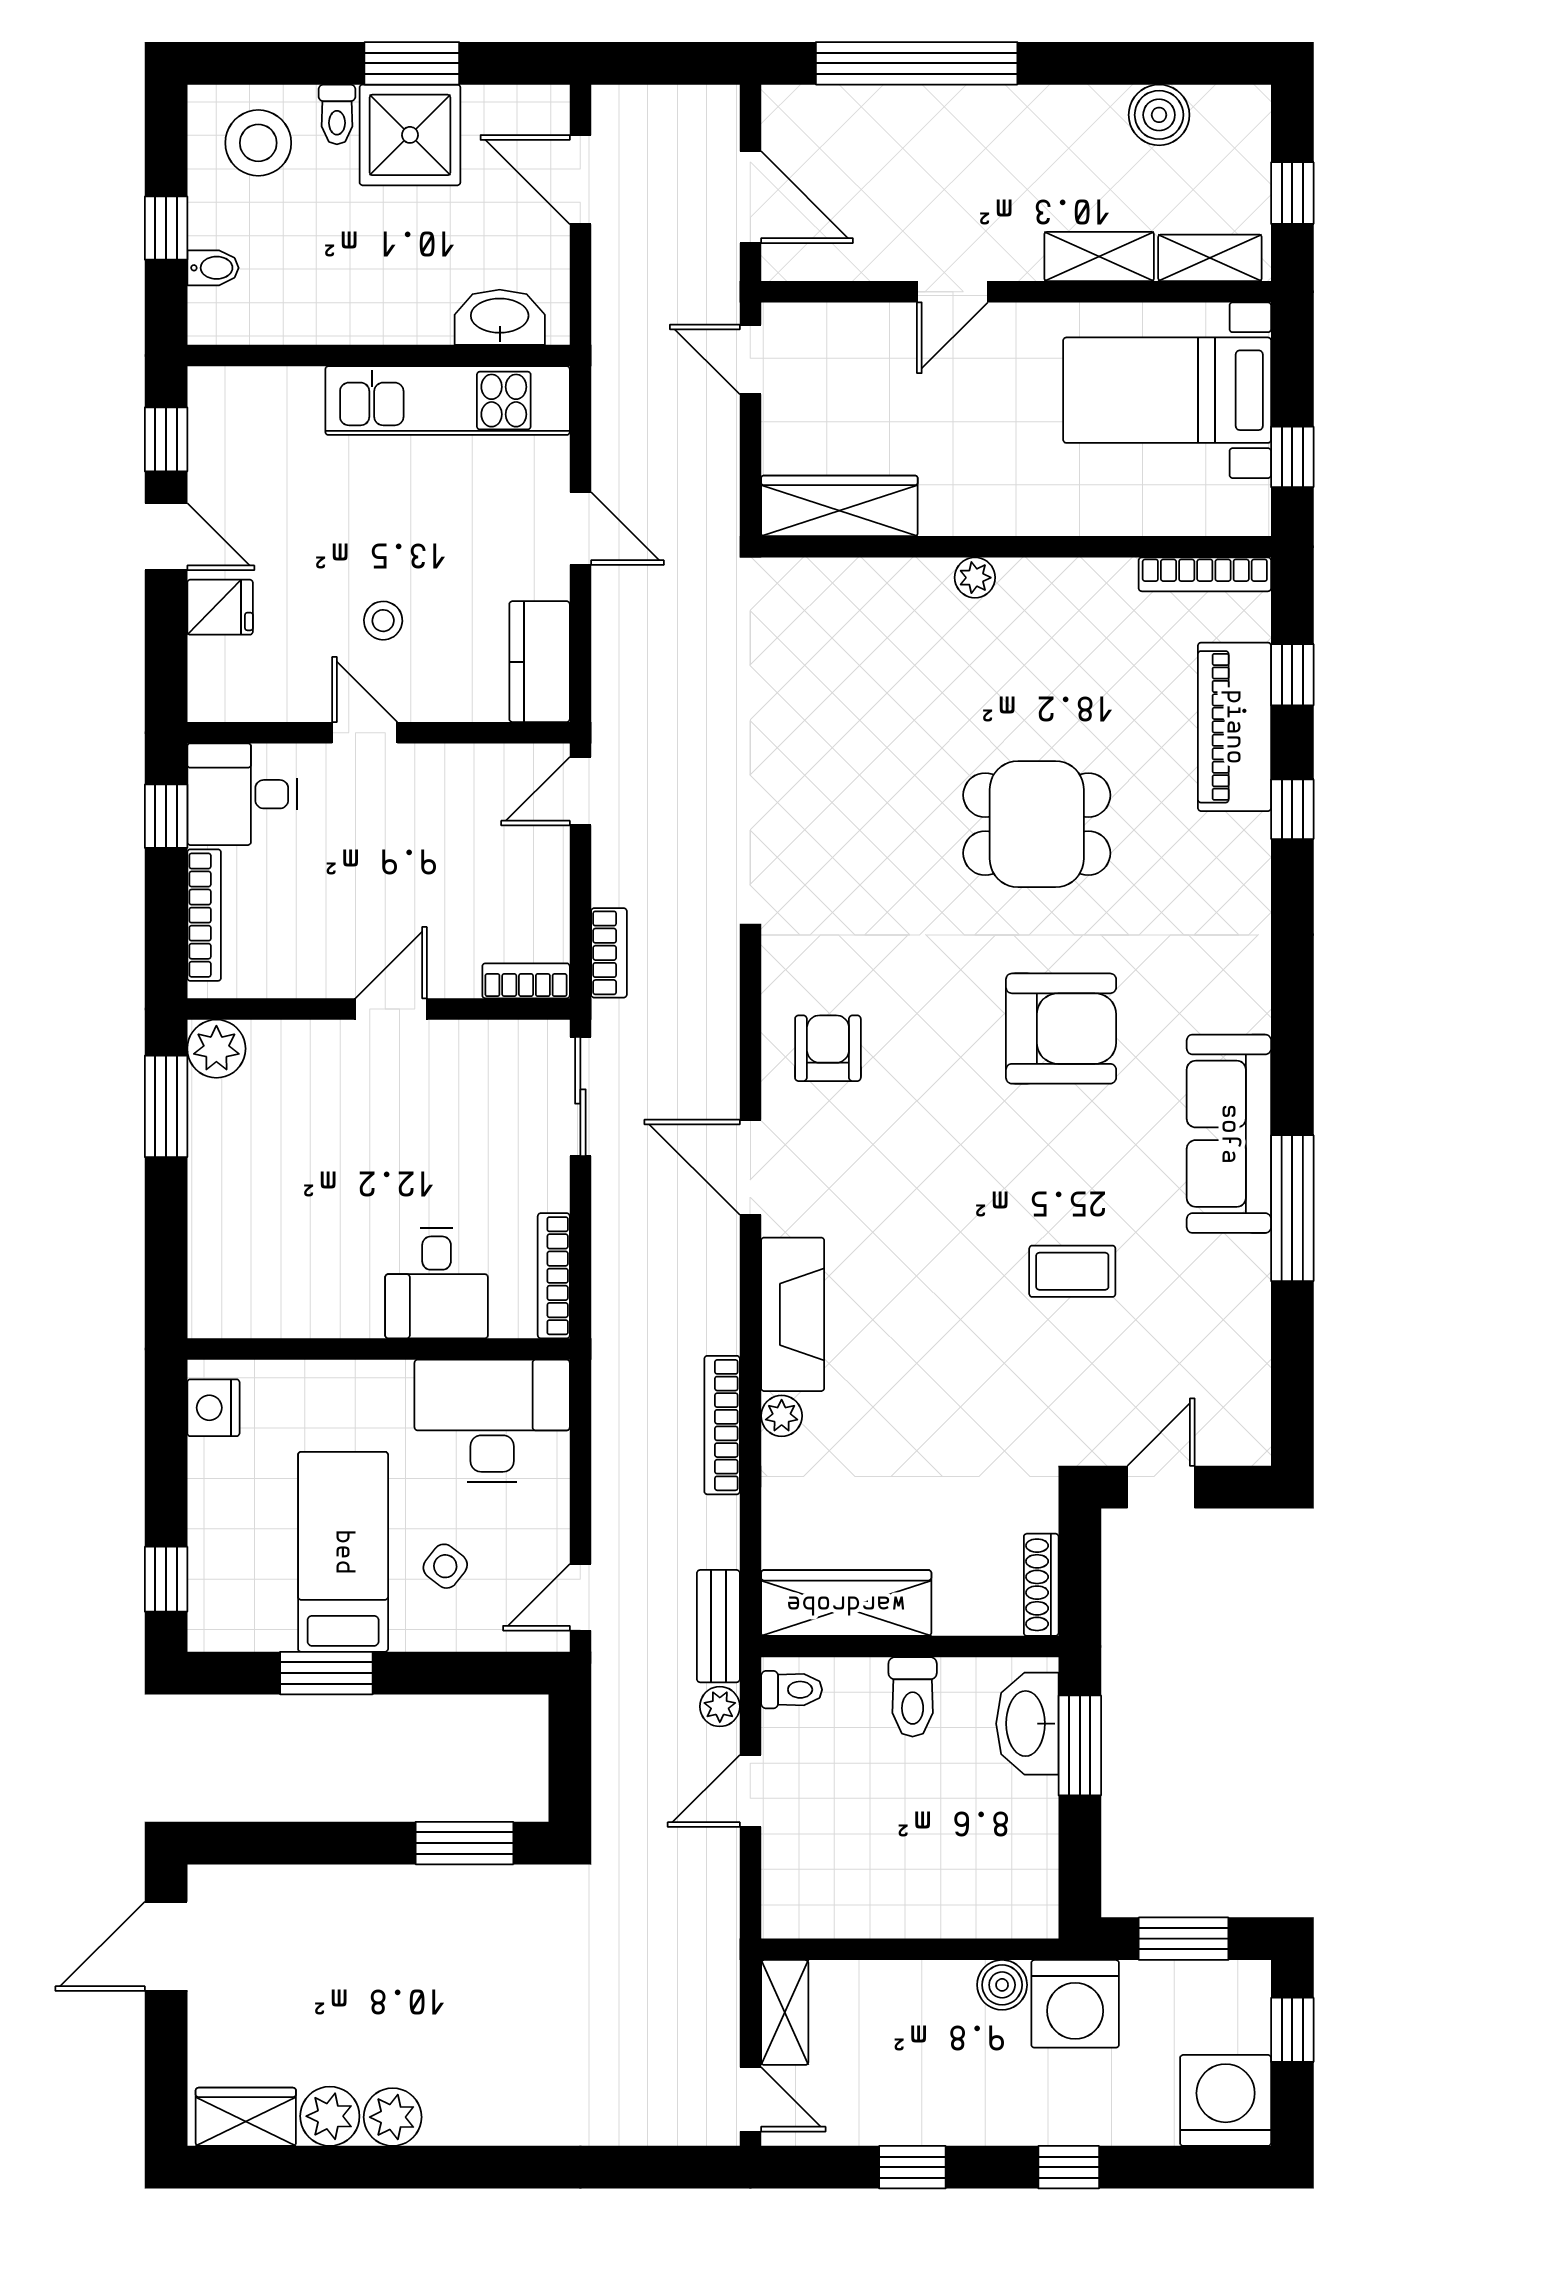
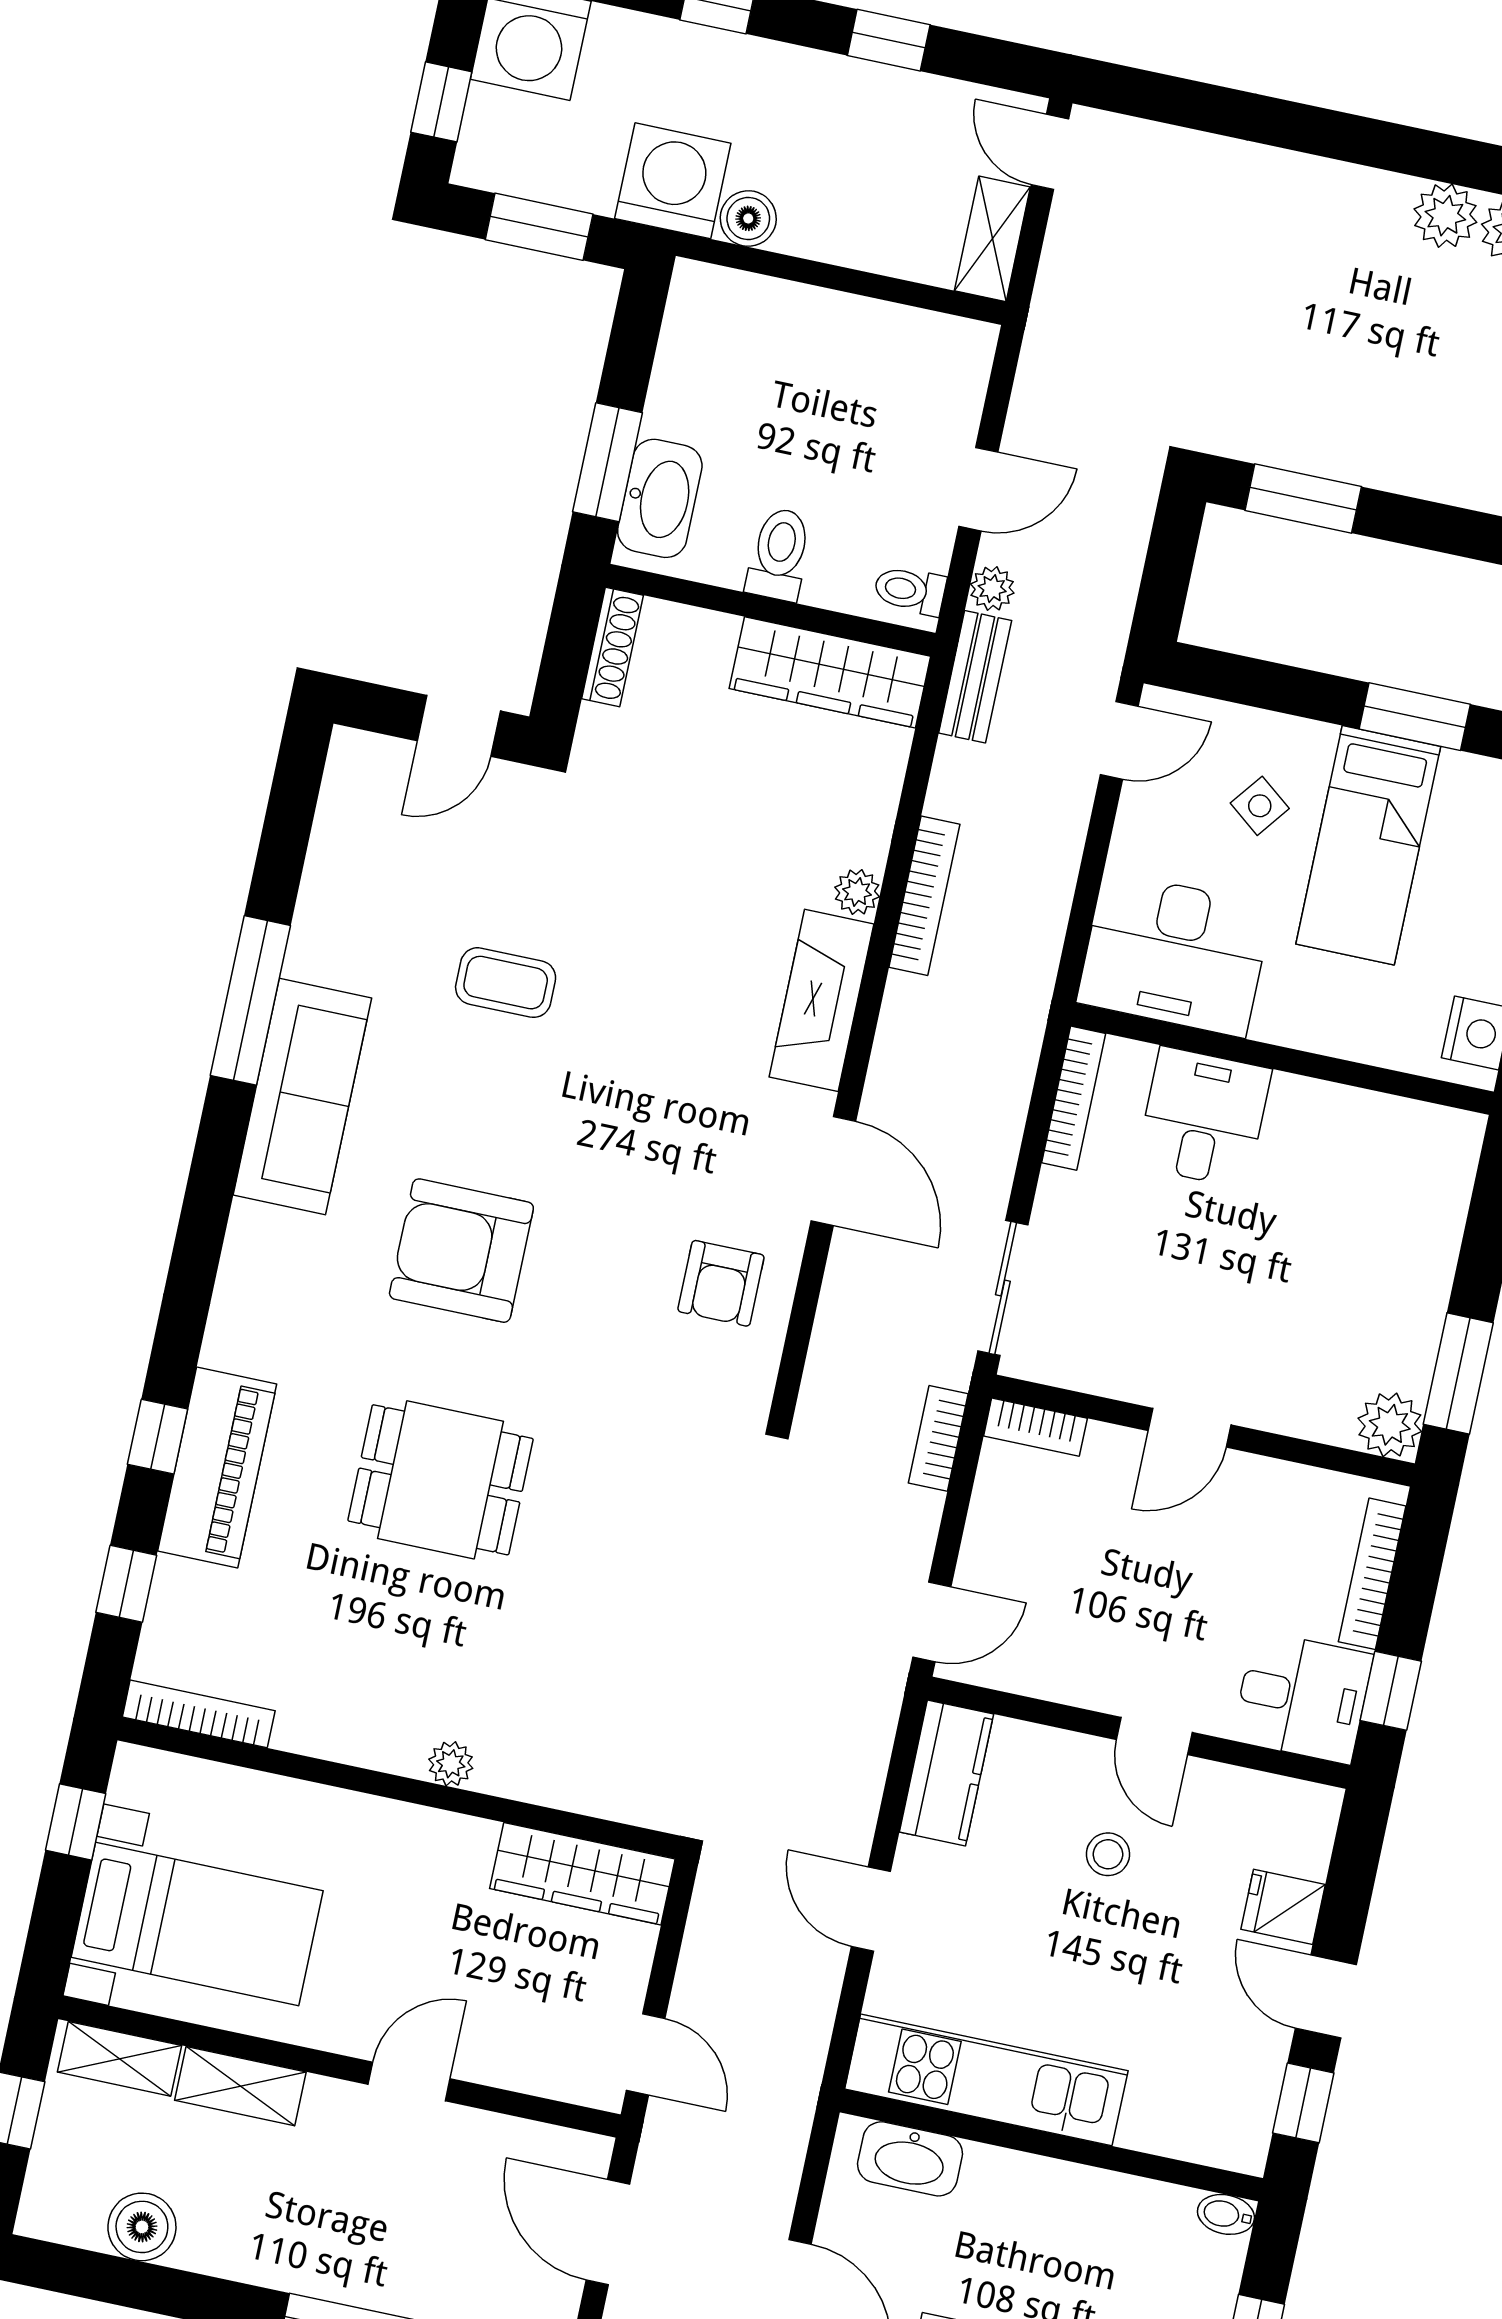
bidet: (213, 268) -> (1226, 2214), moved
piano: (1234, 727) -> (217, 1467), moved

